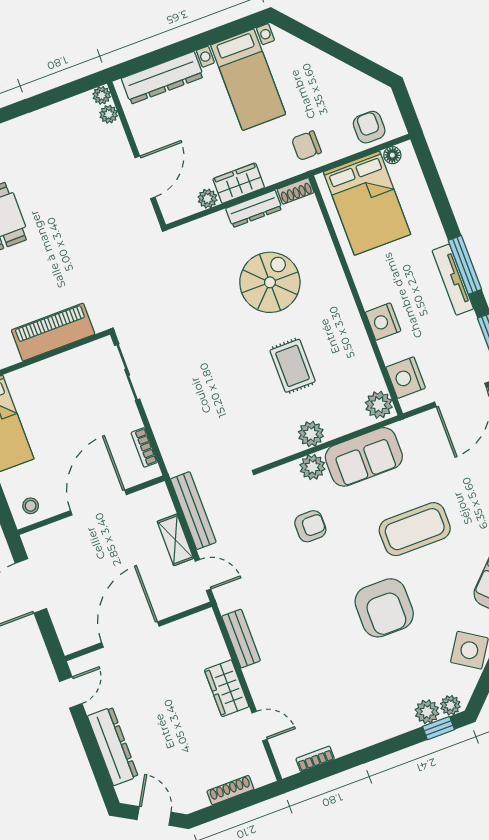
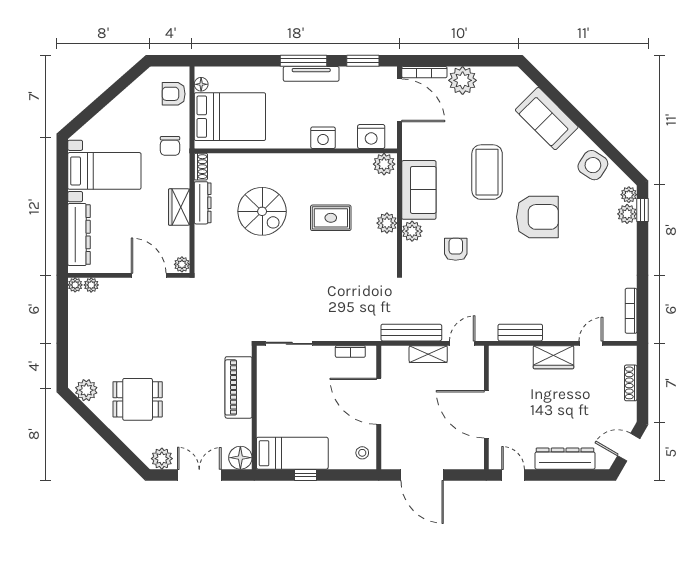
plant: (207, 199) -> (182, 264), moved
spiral stairs: (270, 282) -> (262, 211), turned 180
bookcase: (315, 759) -> (631, 311), width x1.56

